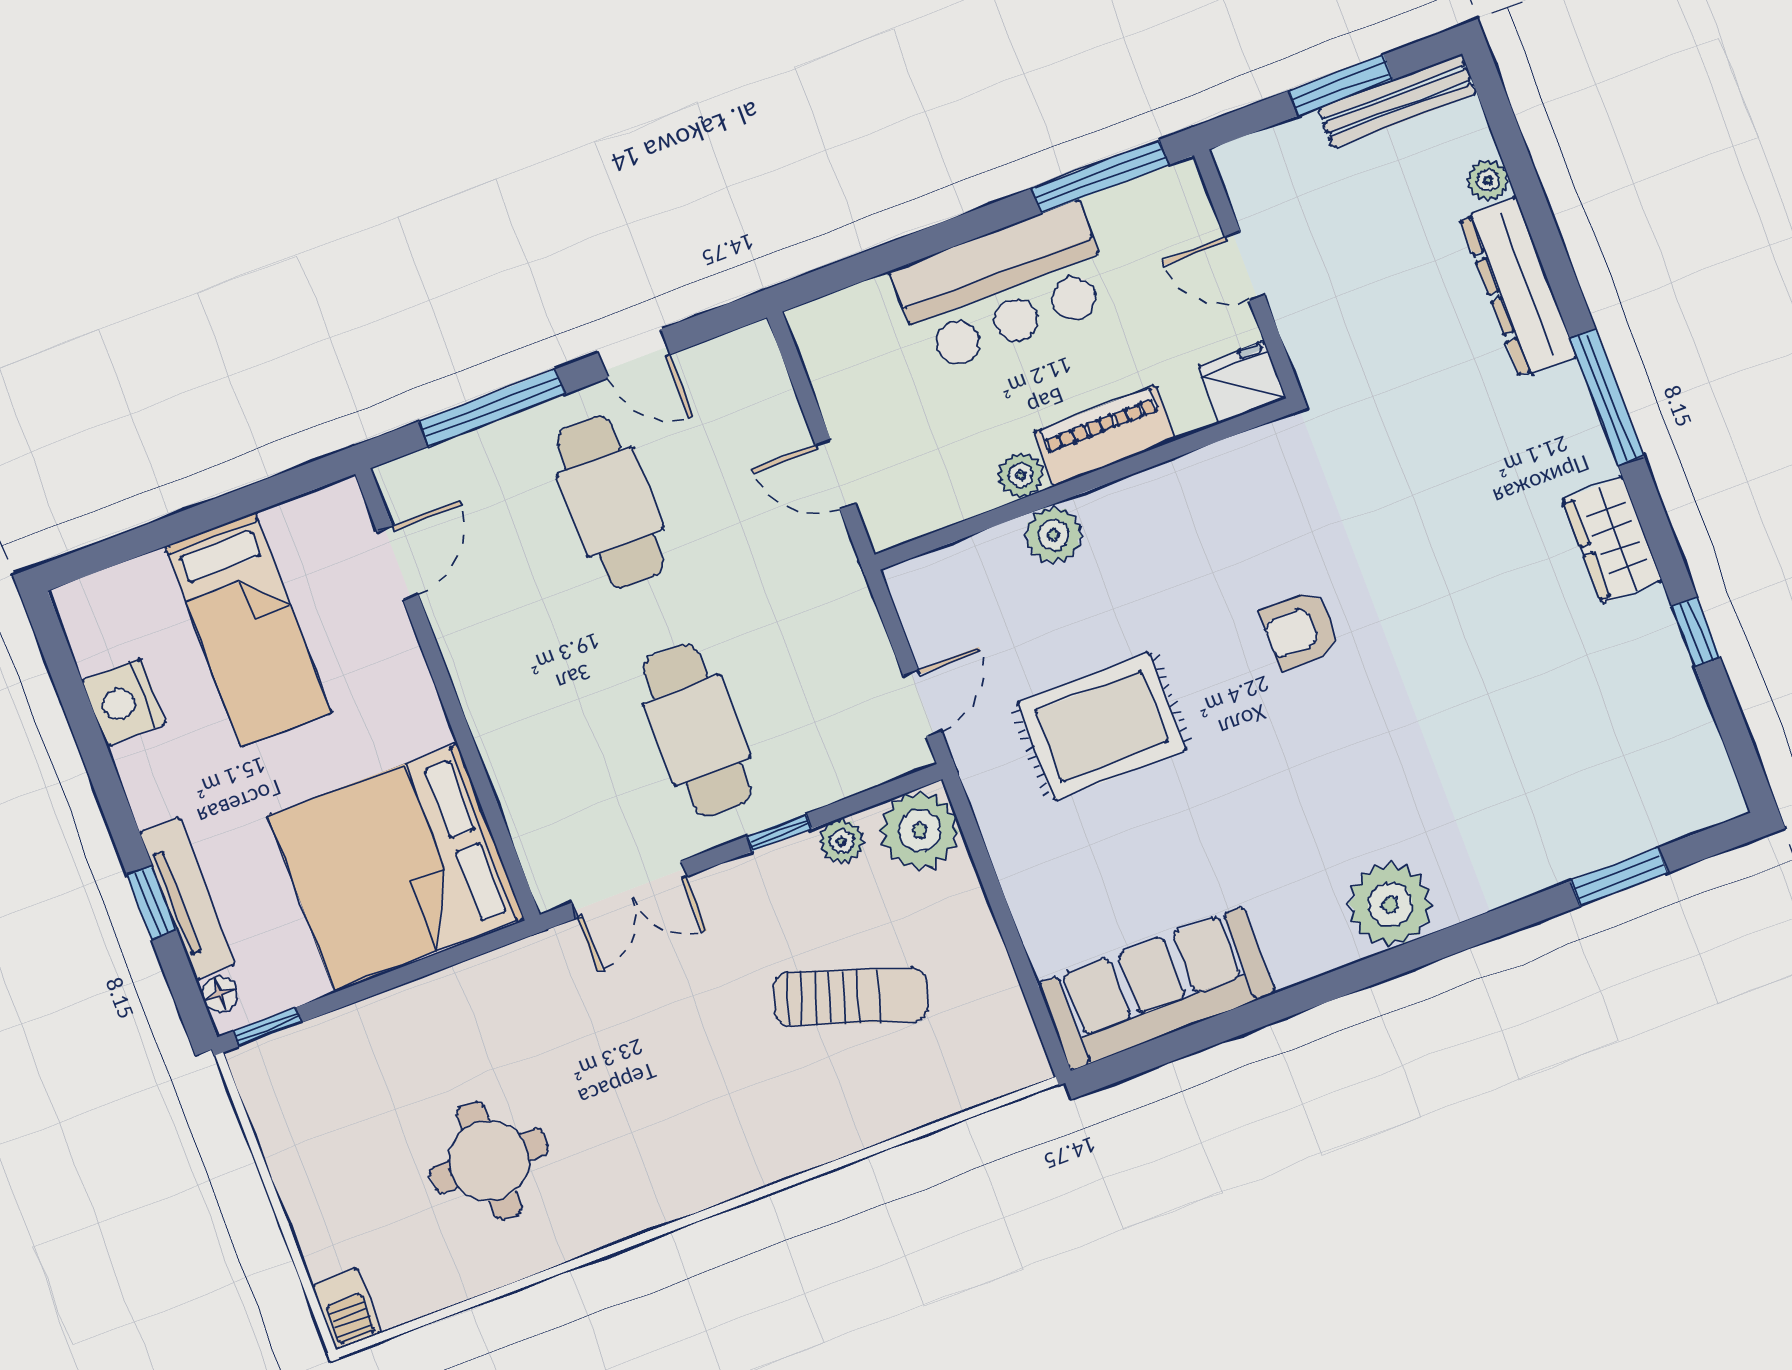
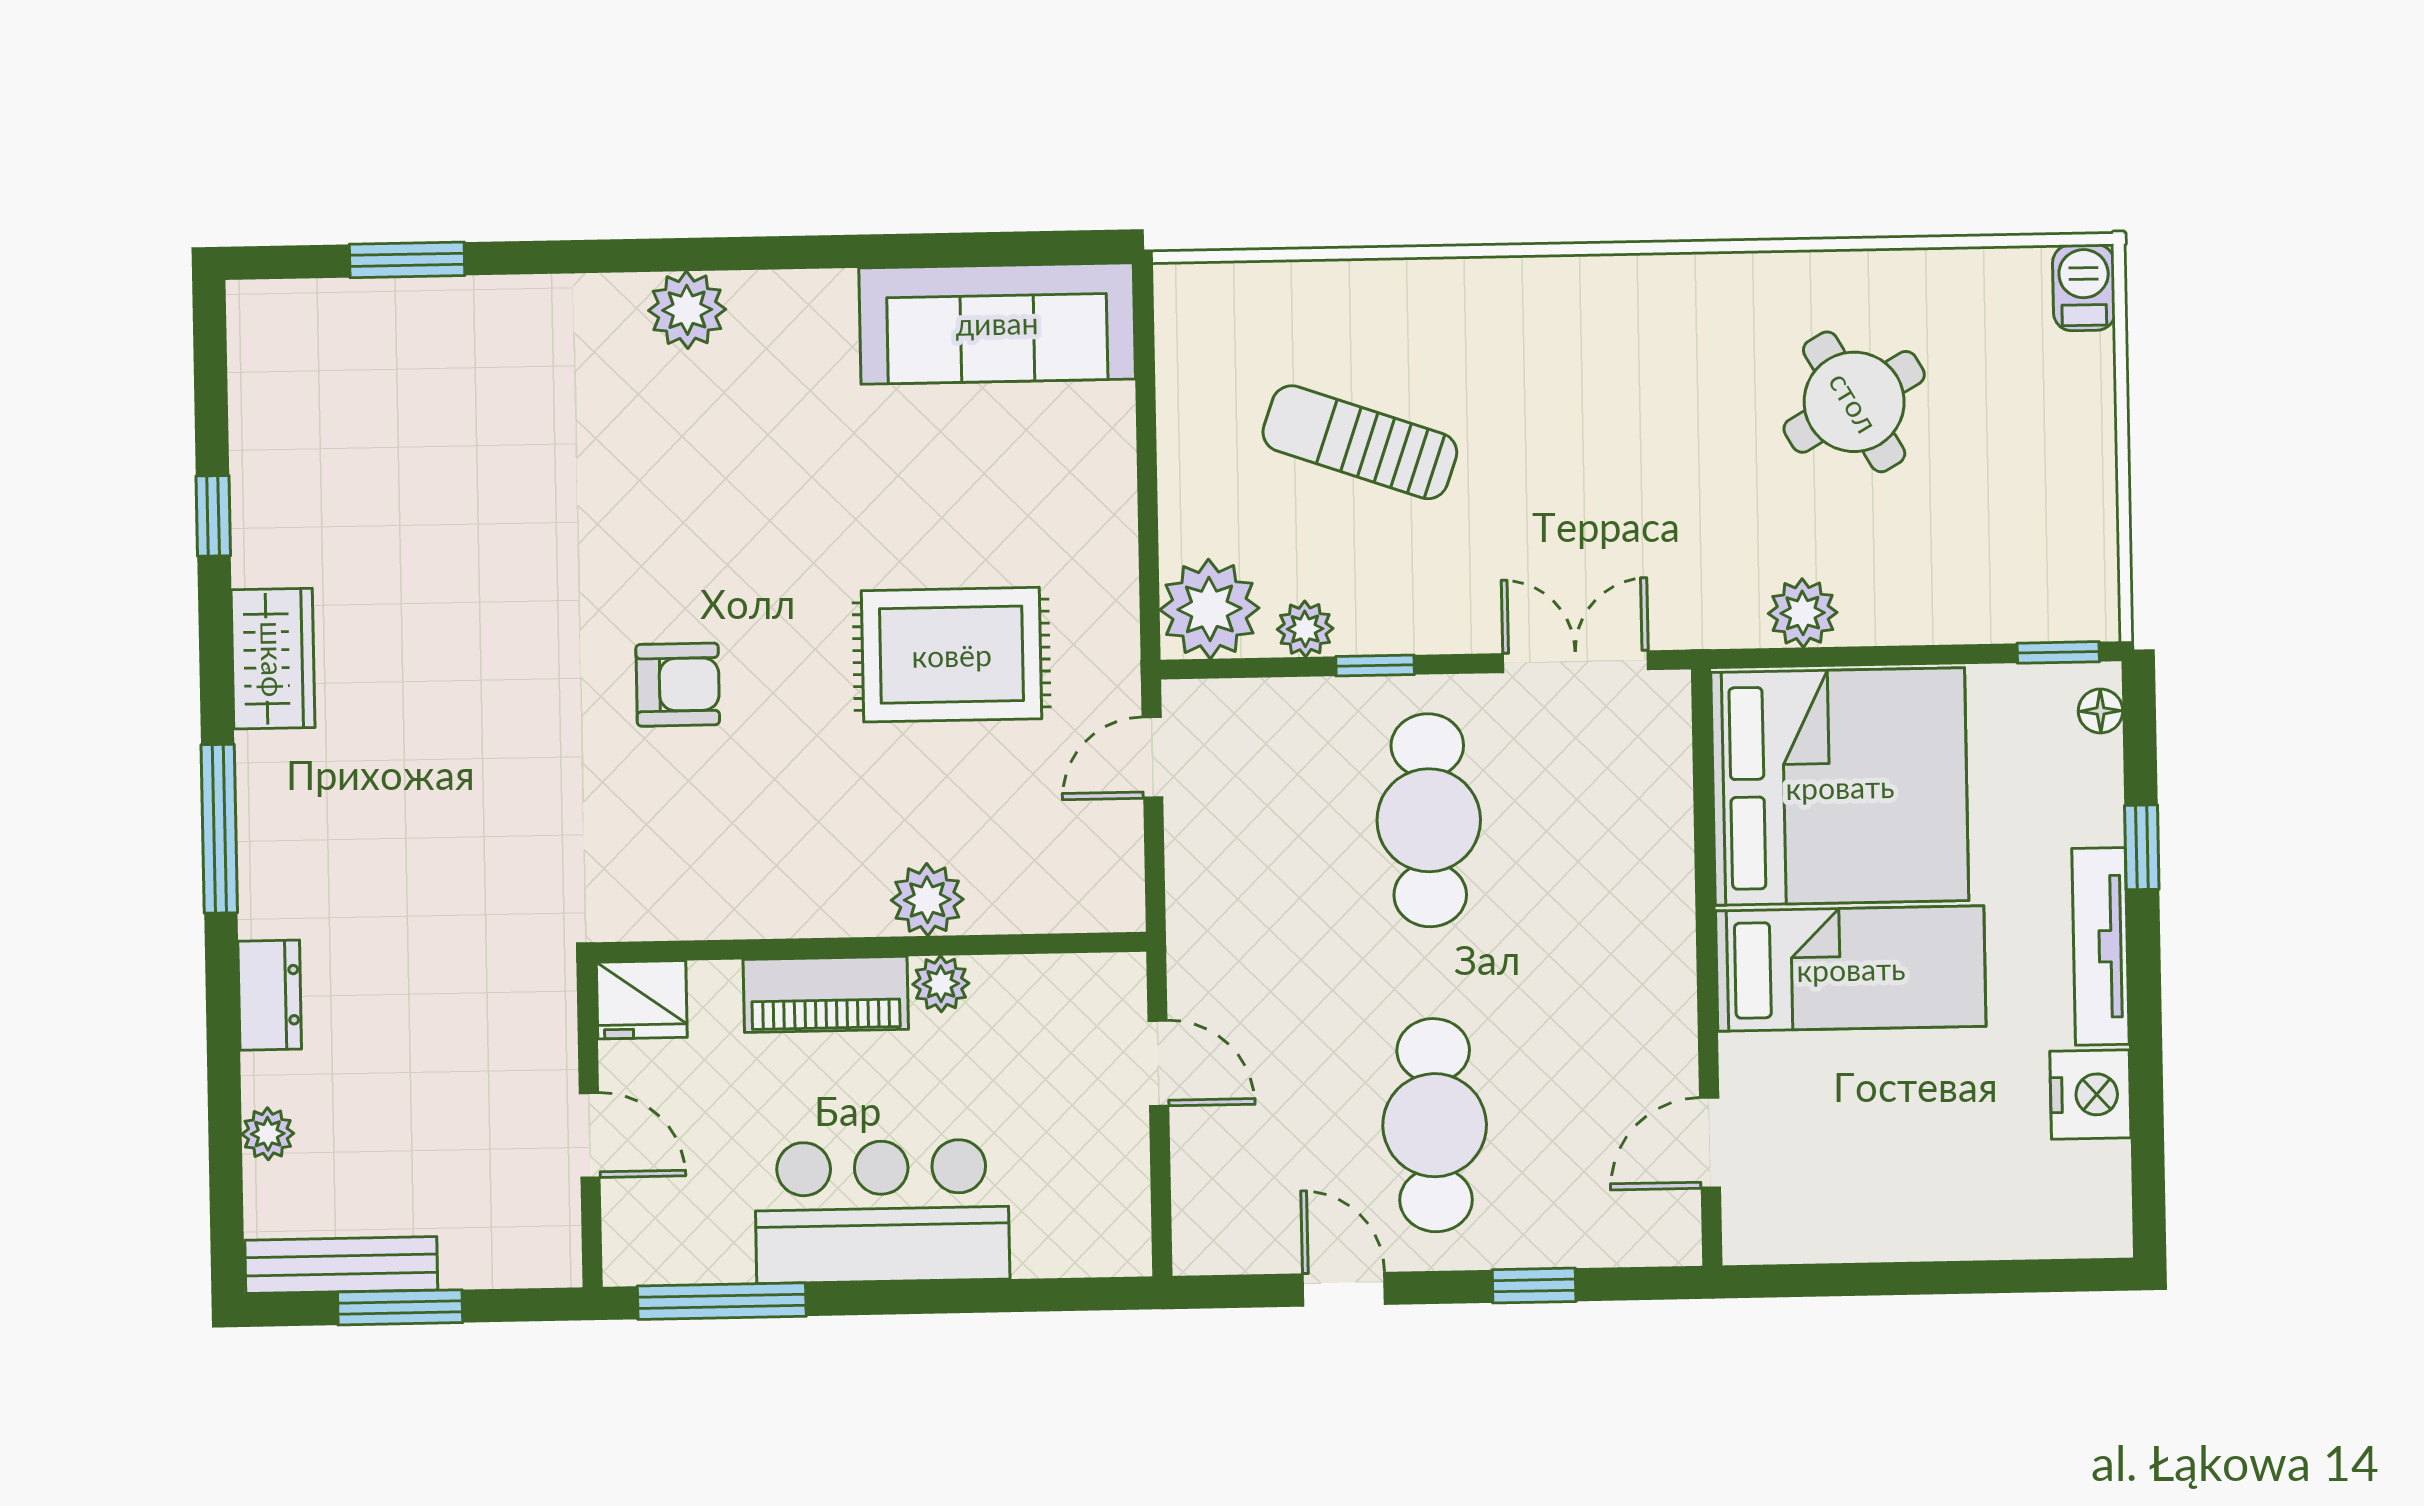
dresser: (1518, 287) -> (270, 995), width x0.51, depth x0.80
window: (492, 408) -> (1534, 1286), width x0.46
bed: (248, 629) -> (1851, 969), moved, turned 90
tv unit: (187, 899) -> (2100, 946), moved
plant: (1390, 904) -> (687, 310), width x0.73, depth x0.73
plant: (471, 988) -> (1803, 613), added
round table: (489, 1161) -> (1854, 402), turned -30

